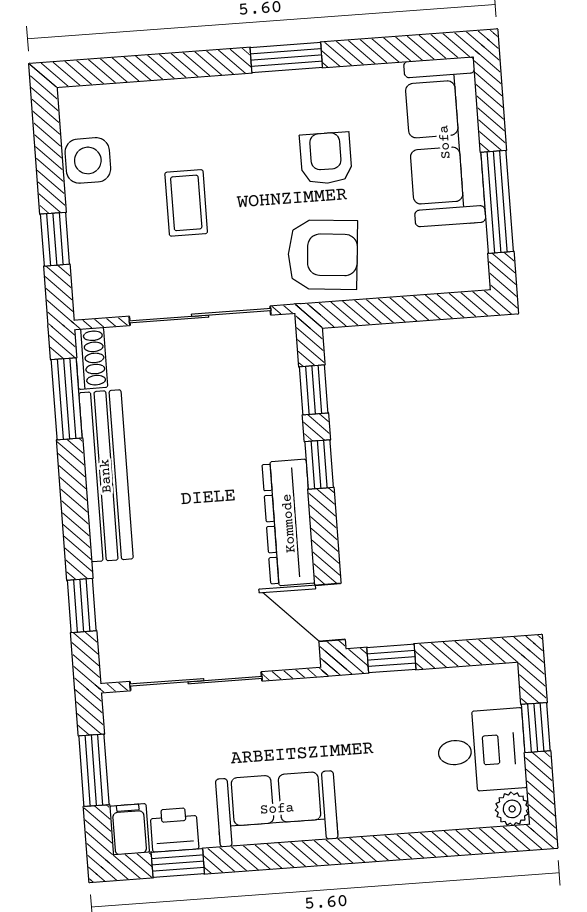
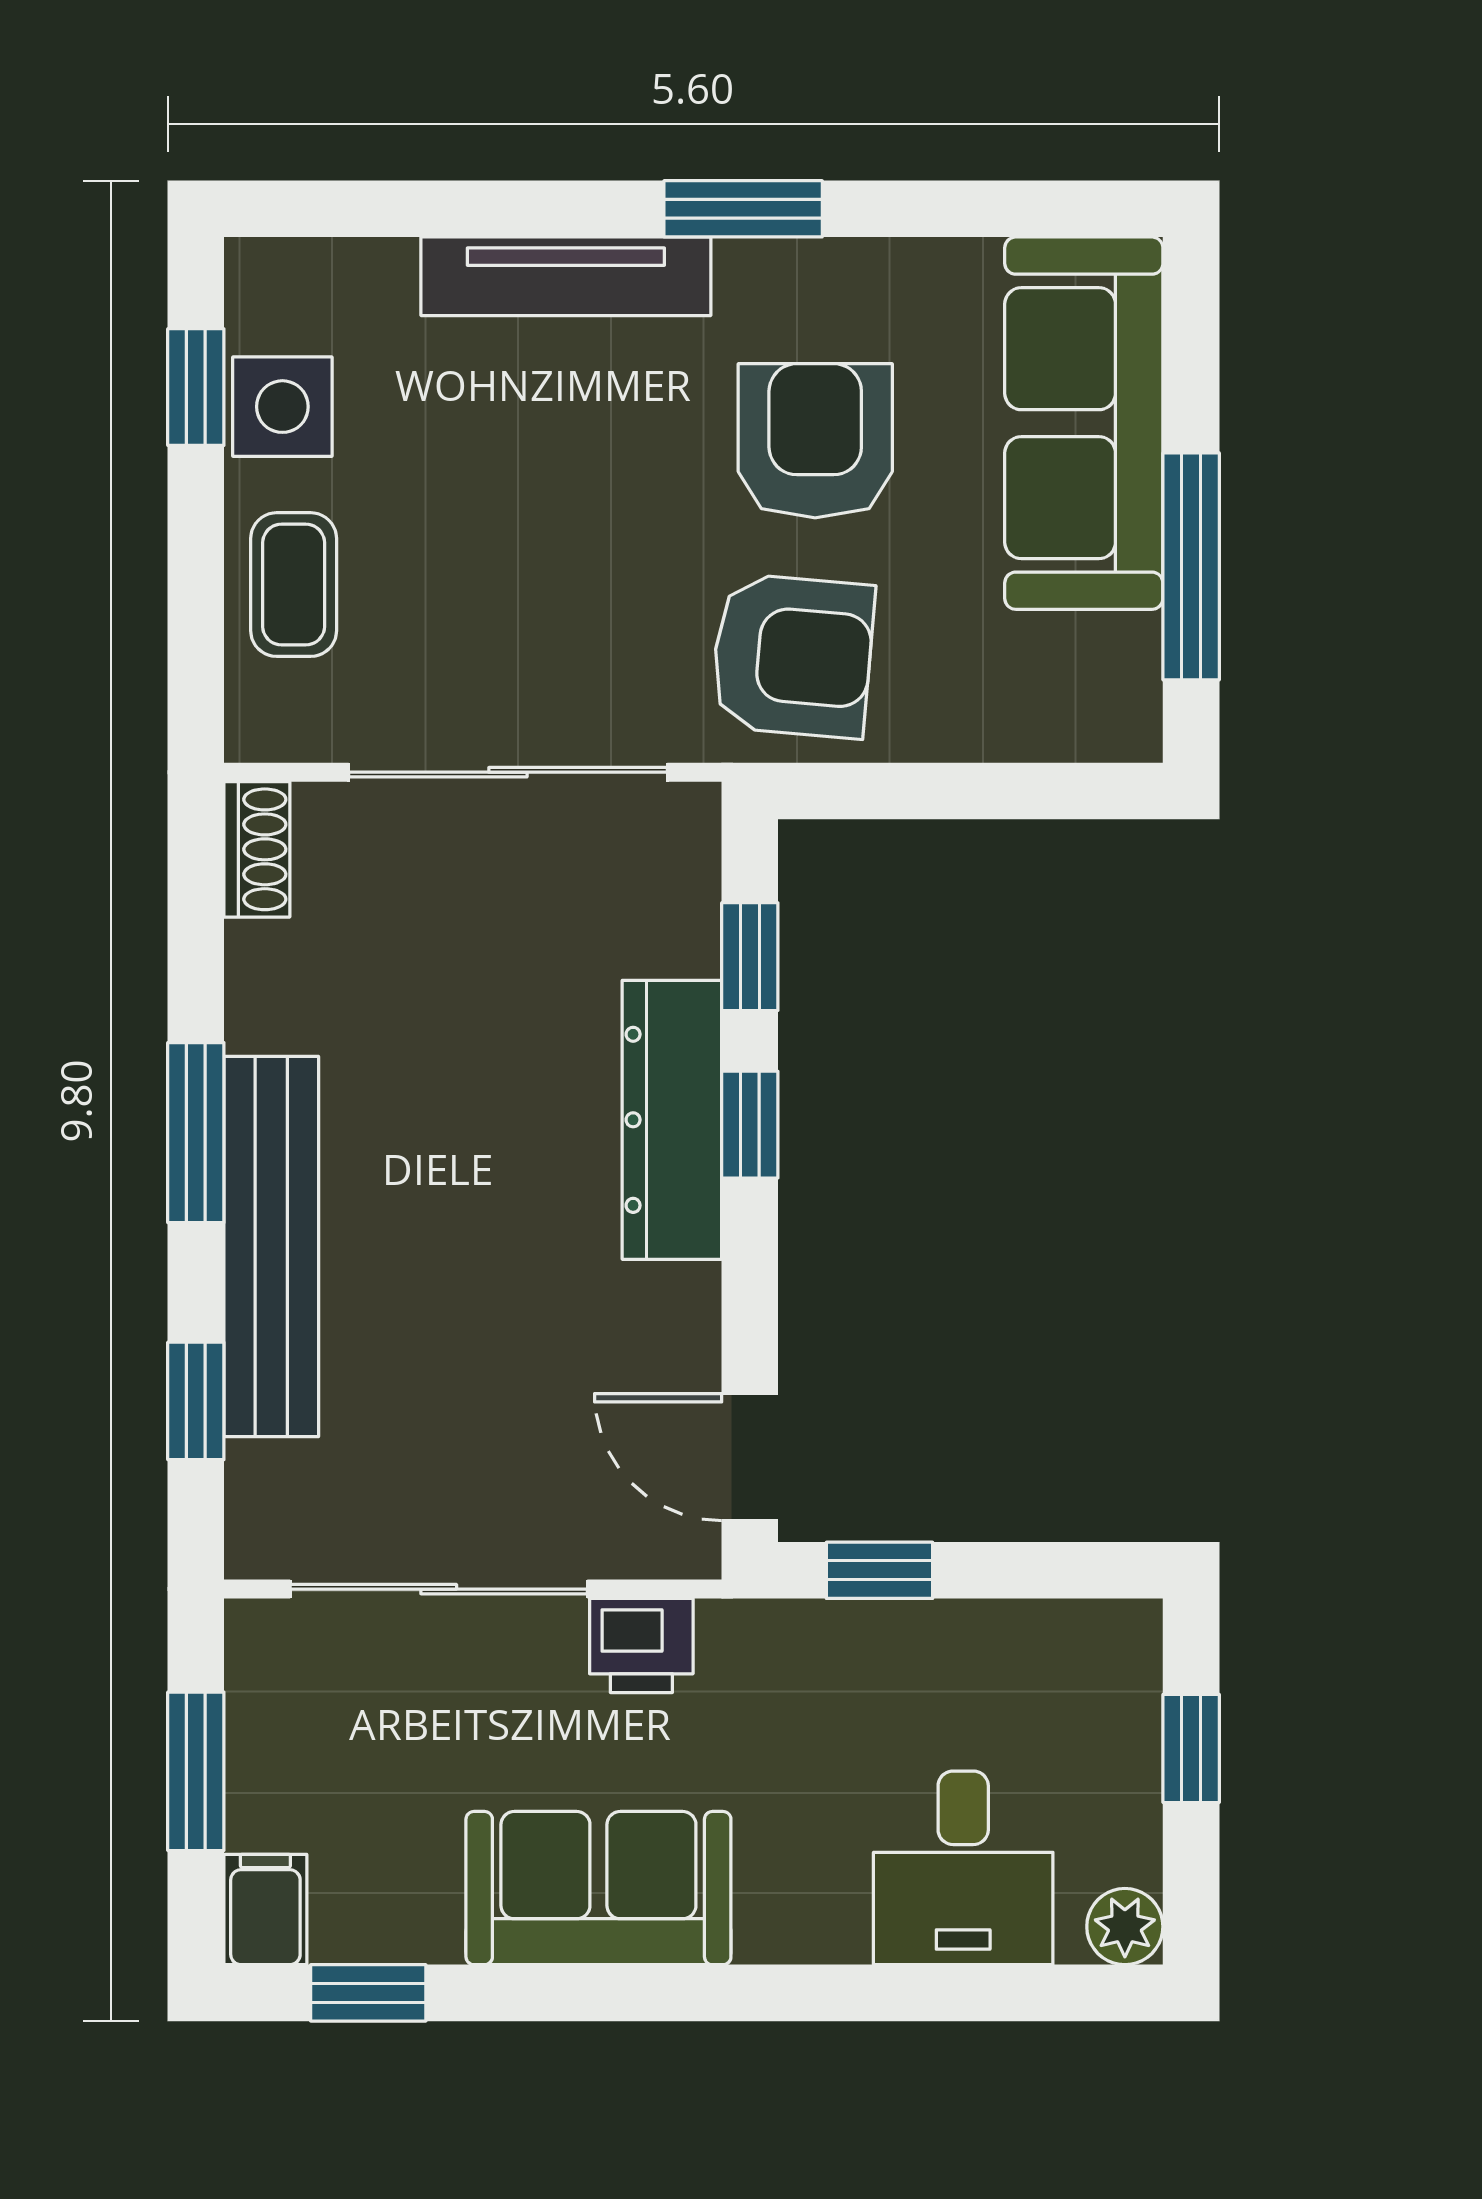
tv unit: (210, 93) -> (566, 276), added
armchair: (326, 158) -> (815, 441), width x1.38, depth x1.38
coffee table: (186, 203) -> (294, 585), moved
window: (55, 239) -> (196, 387), moved
window: (67, 399) -> (196, 1133), moved
bench: (106, 476) -> (271, 1246), moved
dresser: (289, 523) -> (672, 1120), moved
desk: (482, 751) -> (963, 1868), moved, turned 90
printer: (174, 830) -> (641, 1646), moved, turned 180

